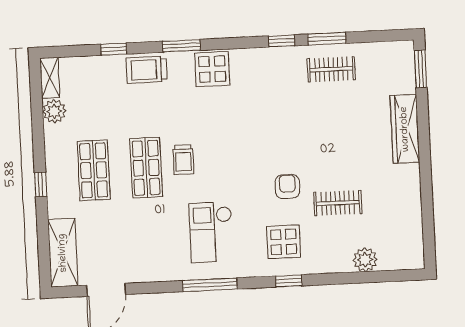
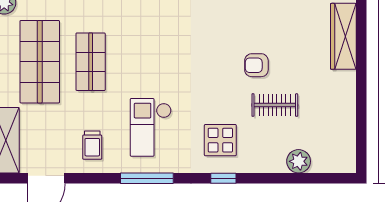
trolley: (183, 160) -> (92, 145), moved
shop shelf: (94, 170) -> (40, 62), width x1.43, depth x1.36
armchair: (287, 187) -> (256, 65), moved, turned -90

